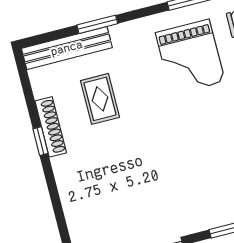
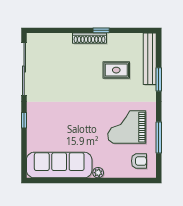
shoe rack: (51, 127) -> (90, 38), moved

